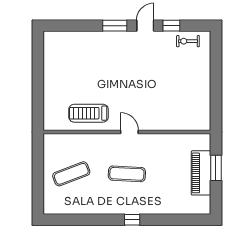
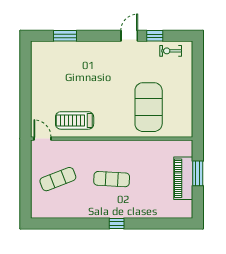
window: (115, 26) -> (65, 36), moved
exercise mat: (165, 99) -> (149, 107), added
door: (129, 132) -> (43, 139), moved

